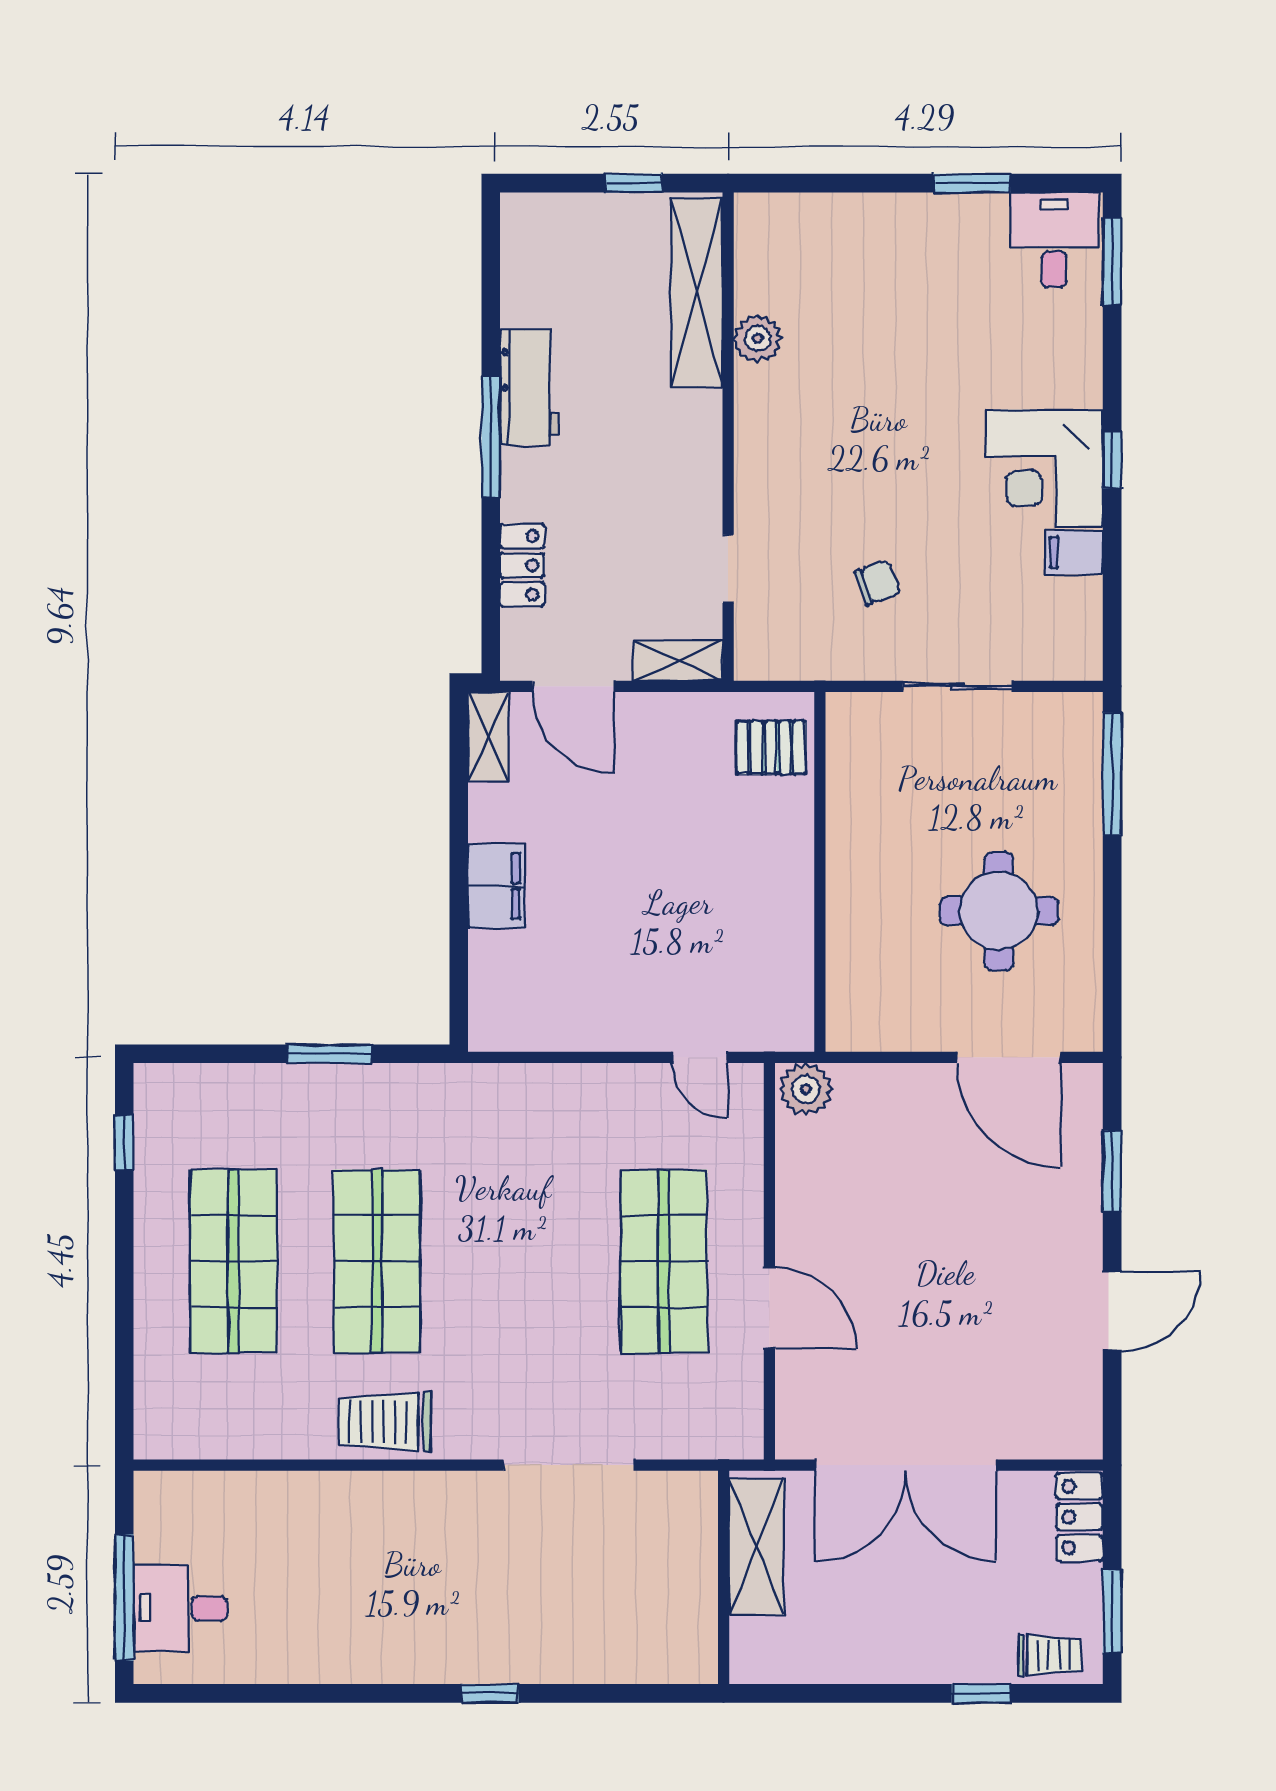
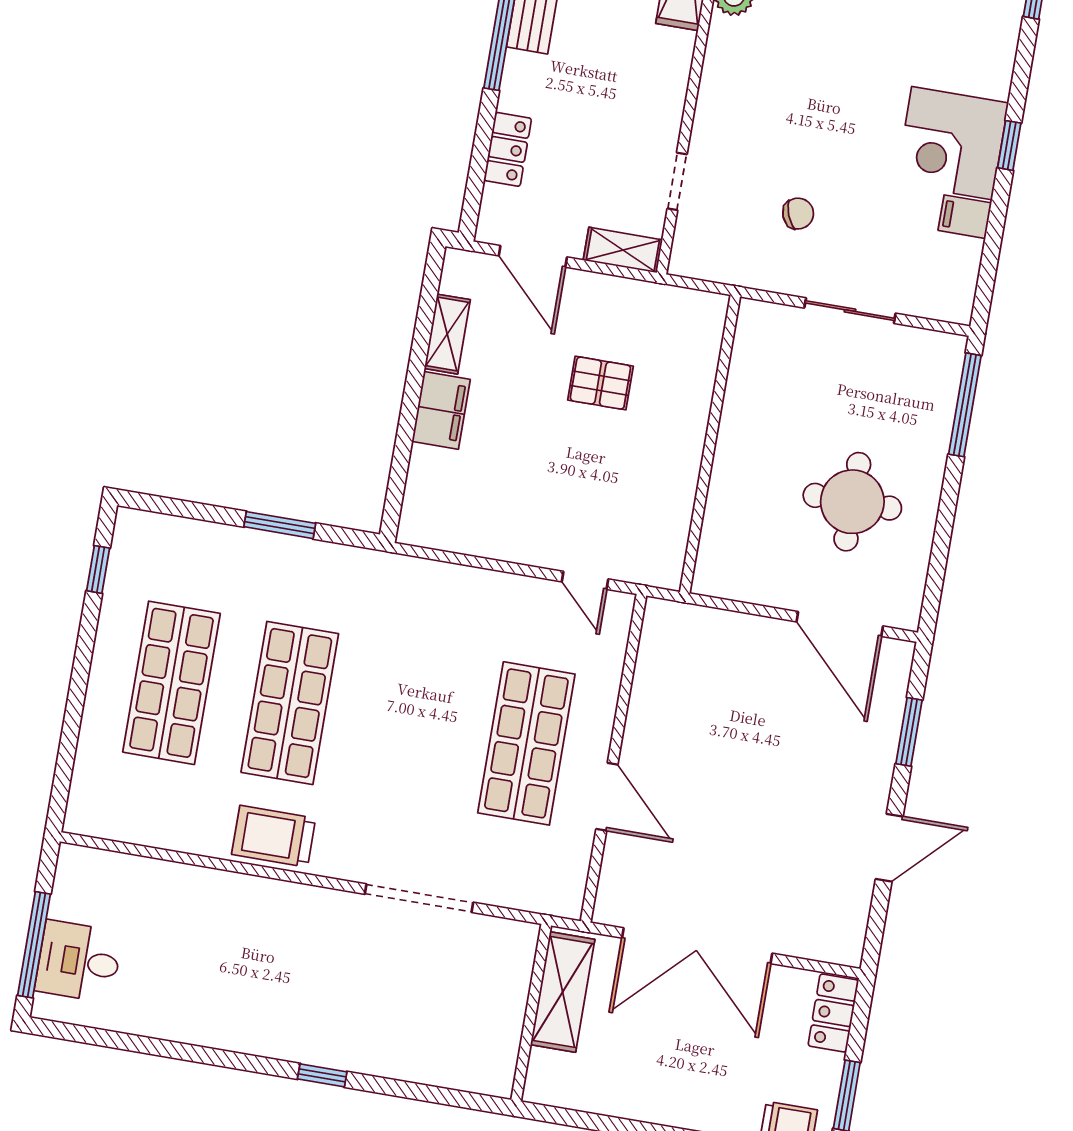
shelving: (488, 737) -> (447, 334), moved
pallet: (771, 748) -> (600, 383), moved
plant: (806, 1089) -> (668, 621), removed

